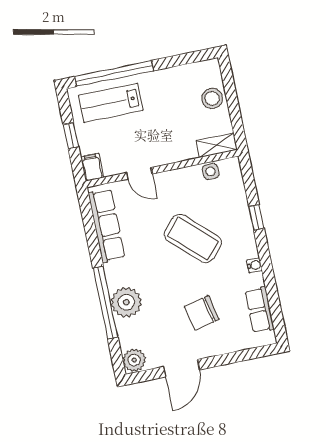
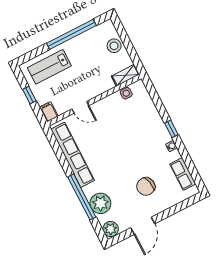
window: (114, 74) -> (71, 34), moved
window: (256, 217) -> (171, 129), moved
row of seats: (107, 225) -> (73, 155), width x1.36
coffee table: (193, 239) -> (127, 140), removed
plant: (126, 302) -> (100, 203), moved

